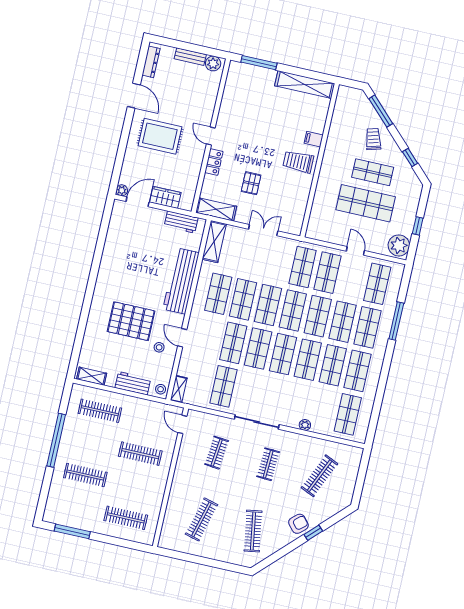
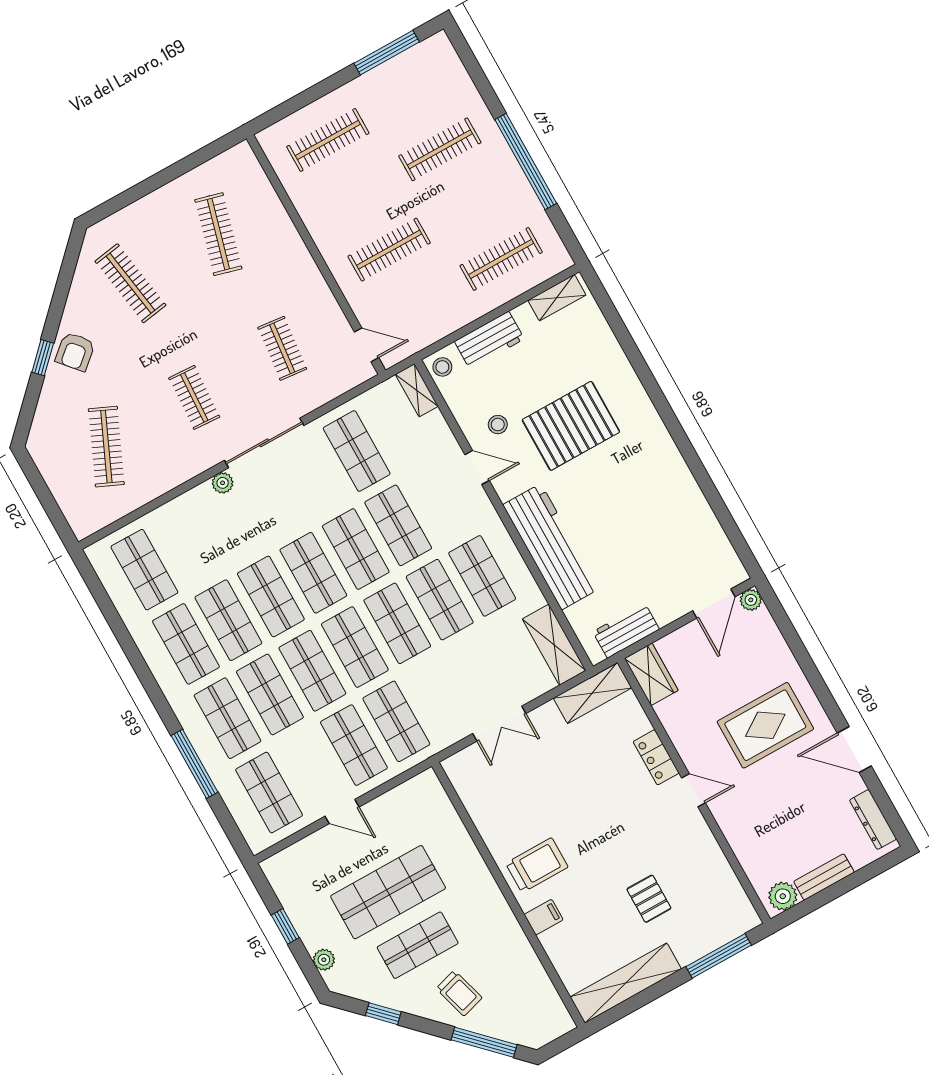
pallet: (251, 183) -> (649, 899), moved
wardrobe: (165, 197) -> (651, 674), moved, turned -90
plant: (399, 245) -> (324, 960), moved, width x0.53, depth x0.53
plant: (305, 425) -> (223, 483), moved

